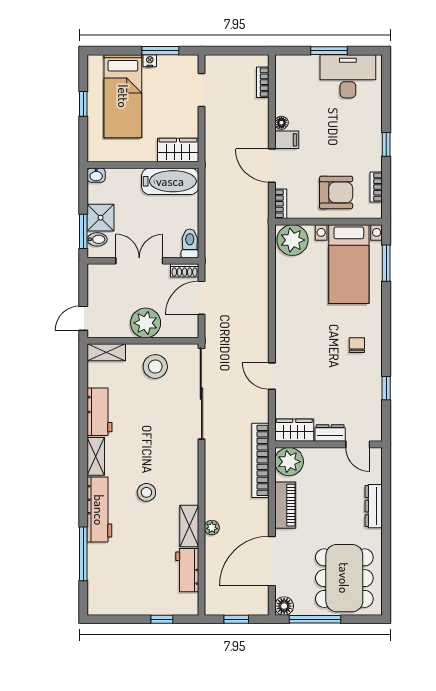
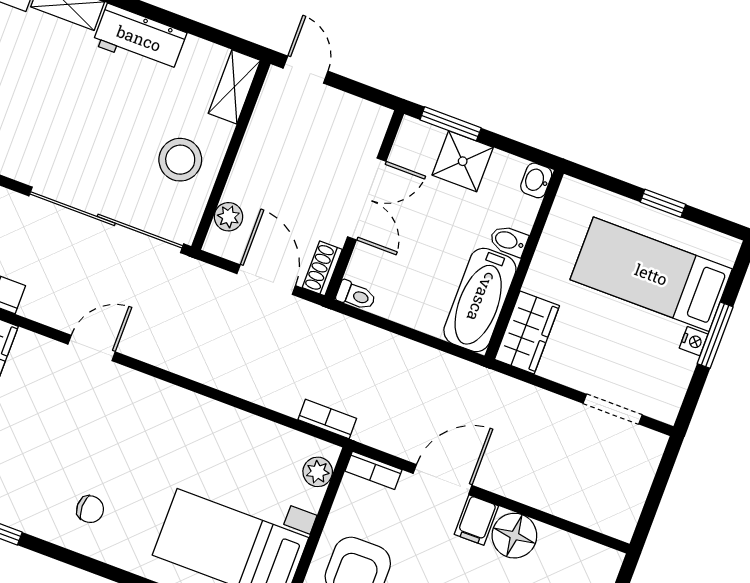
window: (160, 51) -> (715, 335), moved
bookcase: (263, 82) -> (327, 419), moved
floor lamp: (281, 123) -> (514, 536), width x1.89, depth x1.89
bidet: (97, 239) -> (509, 241), moved, turned 90
plant: (292, 240) -> (318, 472), width x0.53, depth x0.53
toilet: (190, 243) -> (356, 295), width x0.73, depth x0.72
plant: (146, 323) -> (228, 217), moved, width x0.53, depth x0.53

